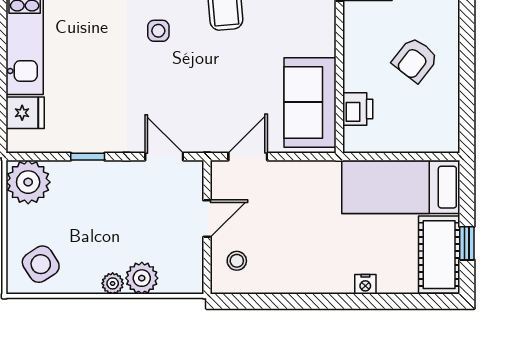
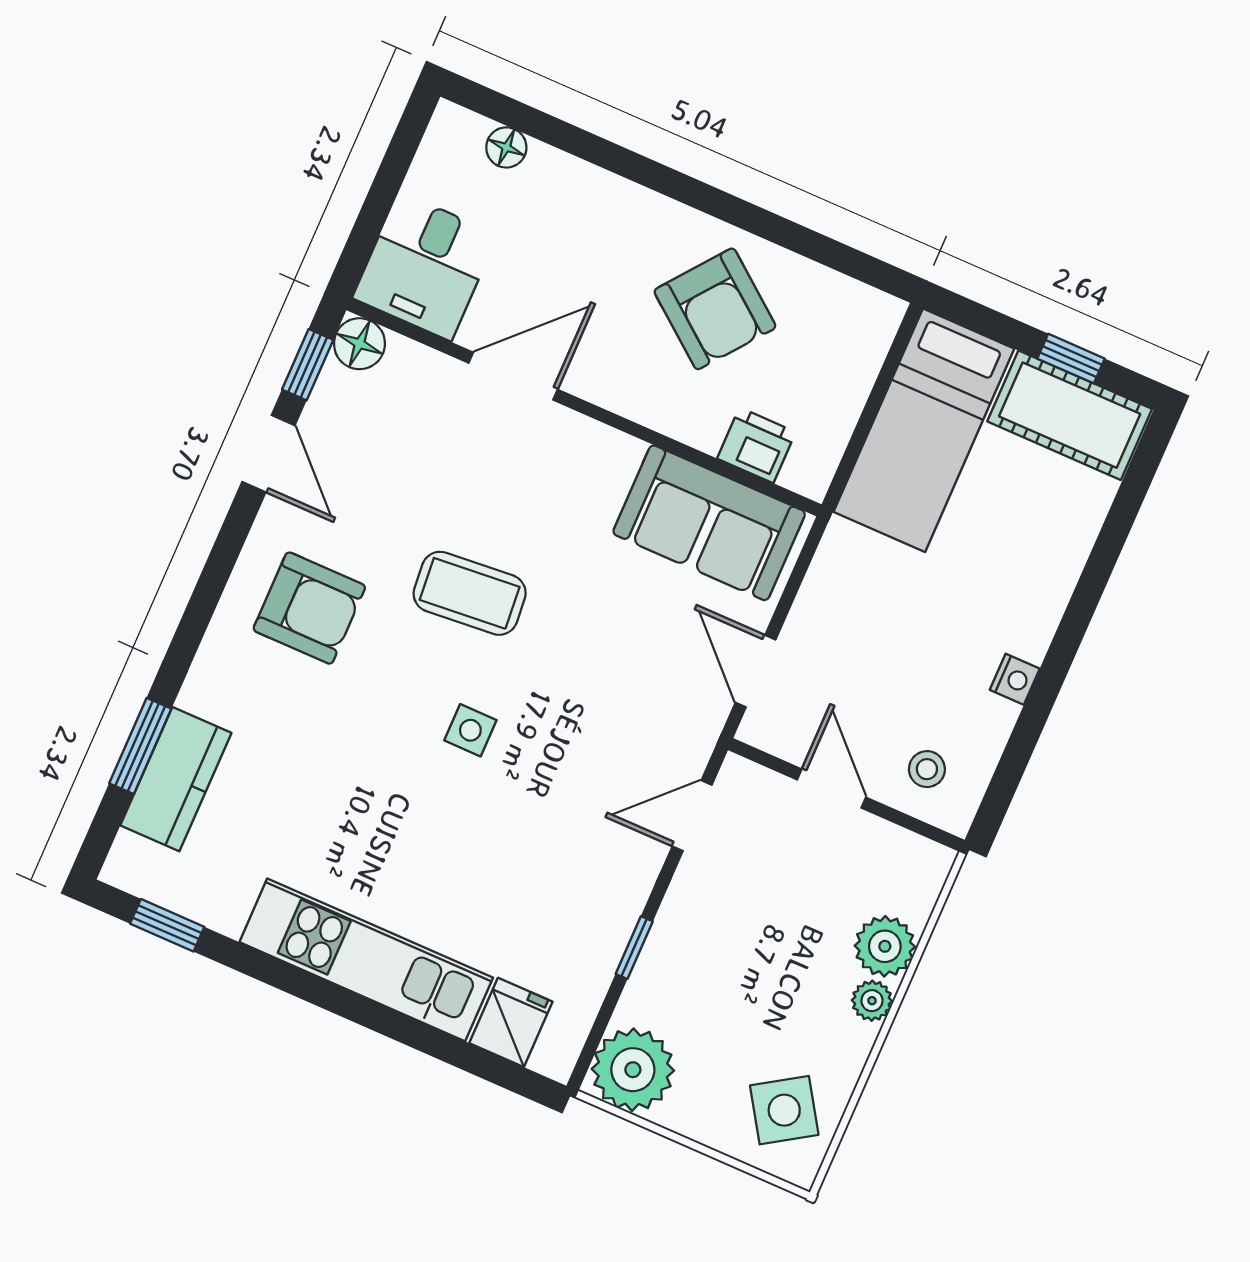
armchair: (415, 60) -> (715, 309), width x1.38, depth x1.38
nightstand: (365, 284) -> (1015, 679), moved

